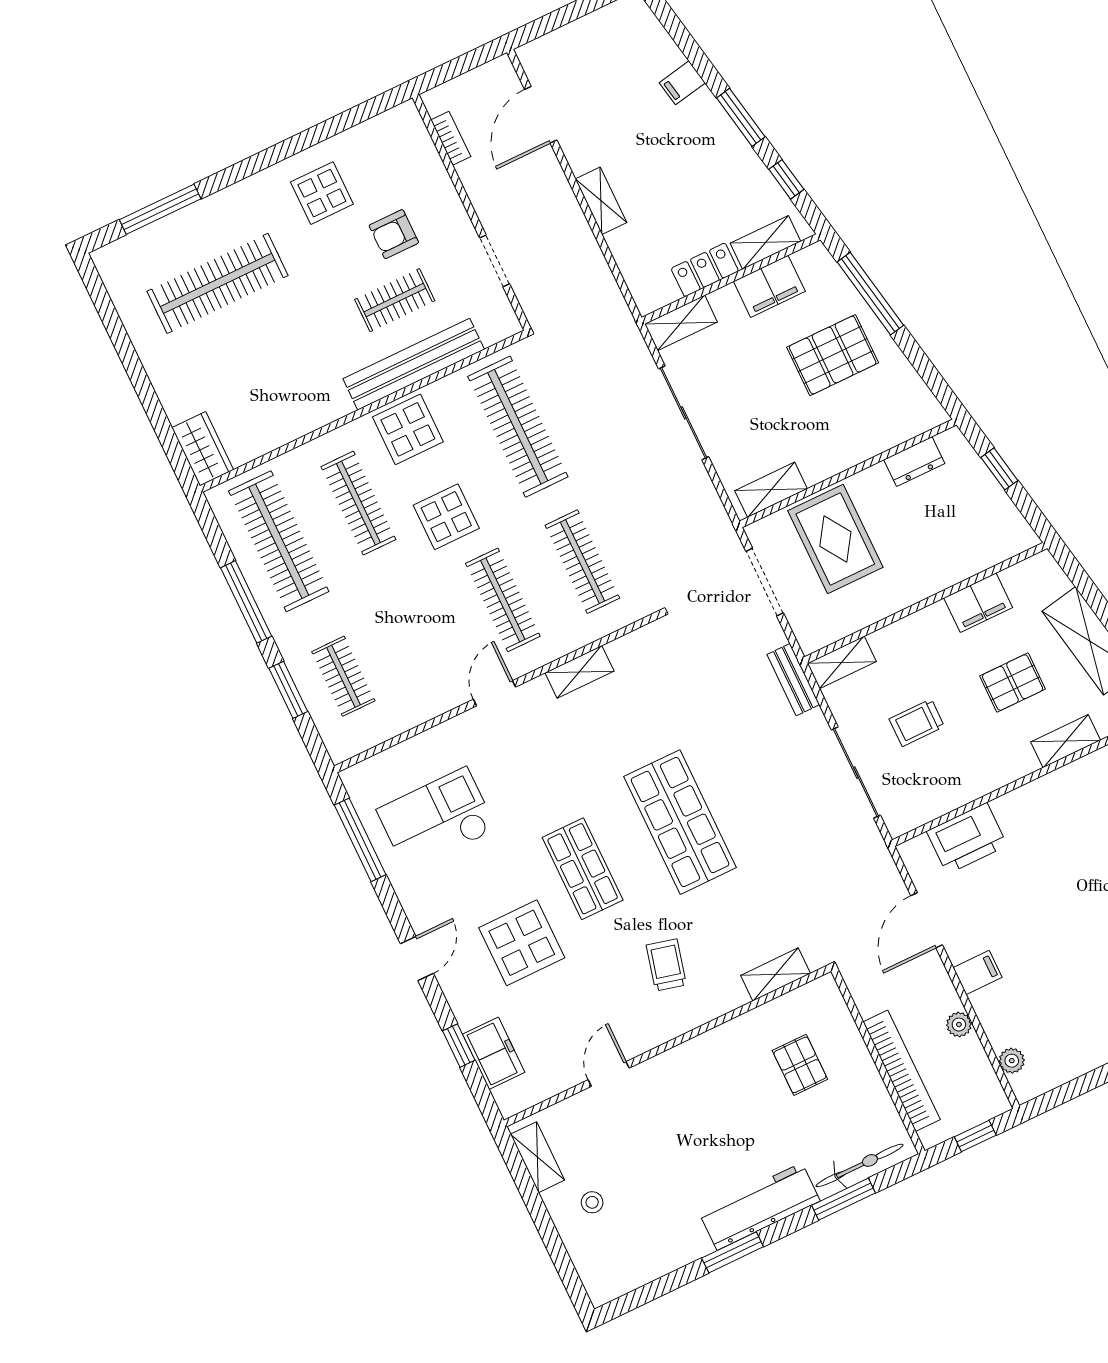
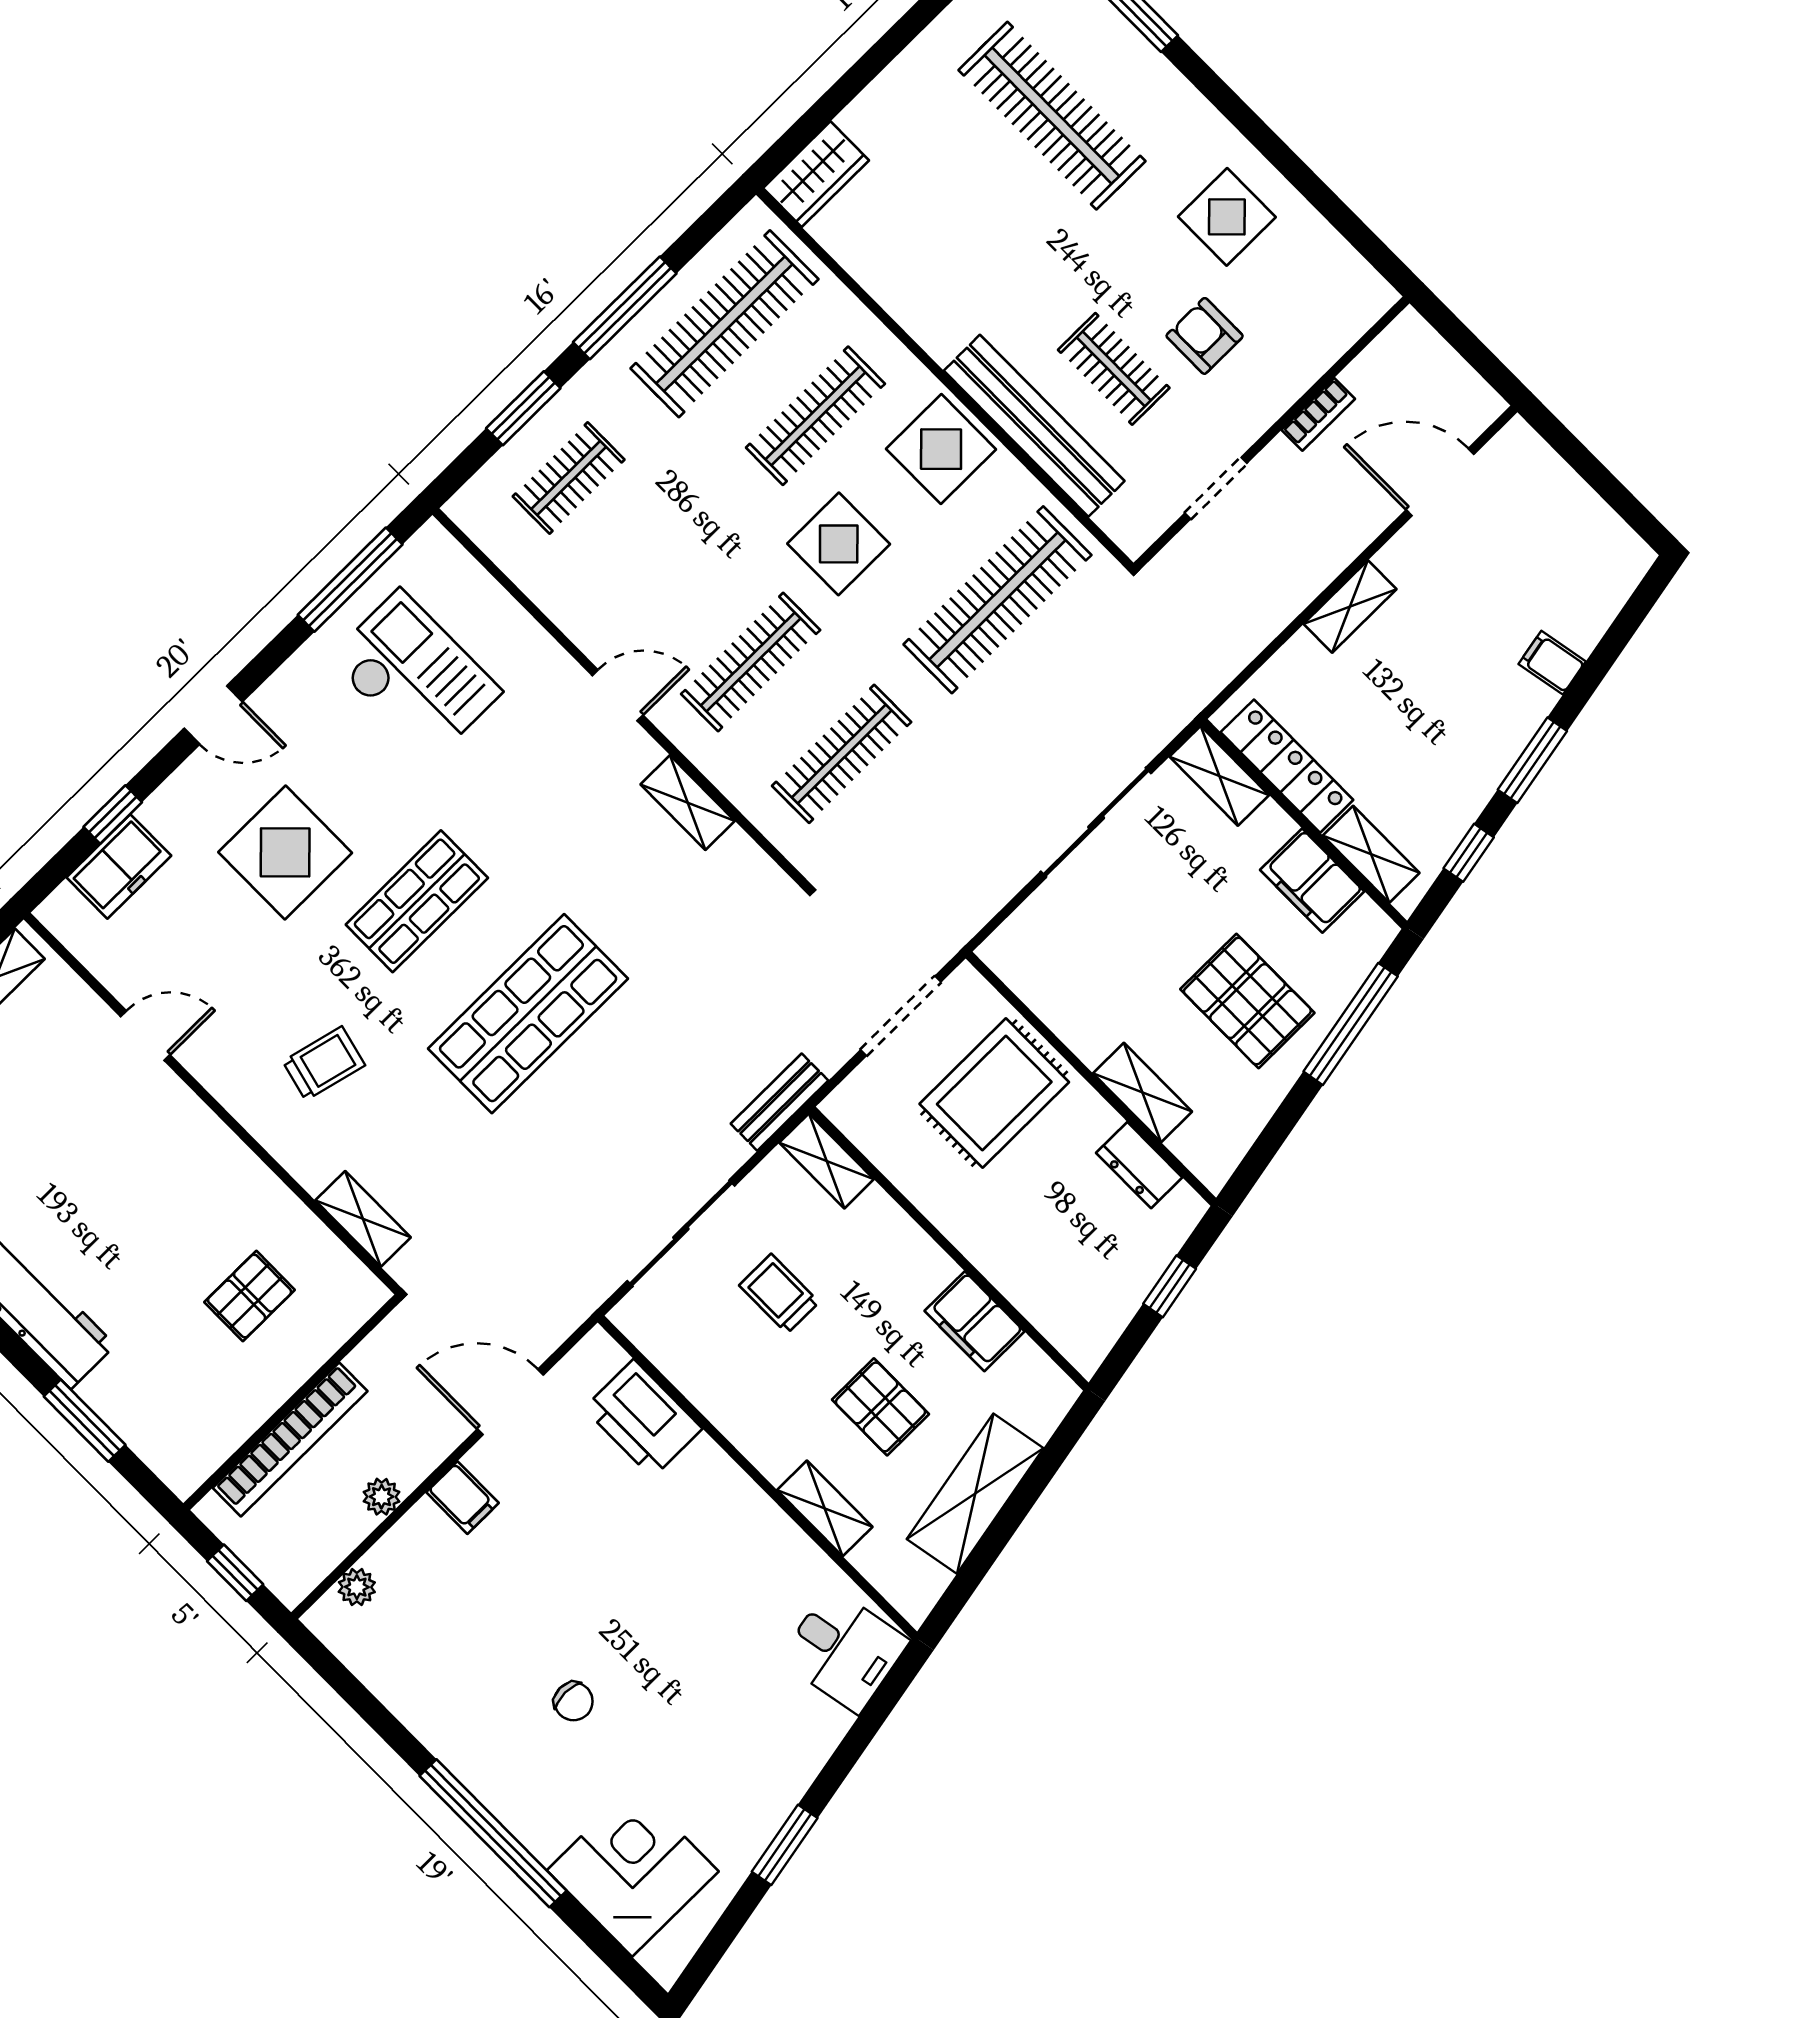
bookcase: (451, 138) -> (1318, 414), moved
locker: (705, 270) -> (1287, 766), width x1.53
shelving: (771, 490) -> (1142, 1092), moved
bicycle: (860, 1165) -> (139, 1427), removed

